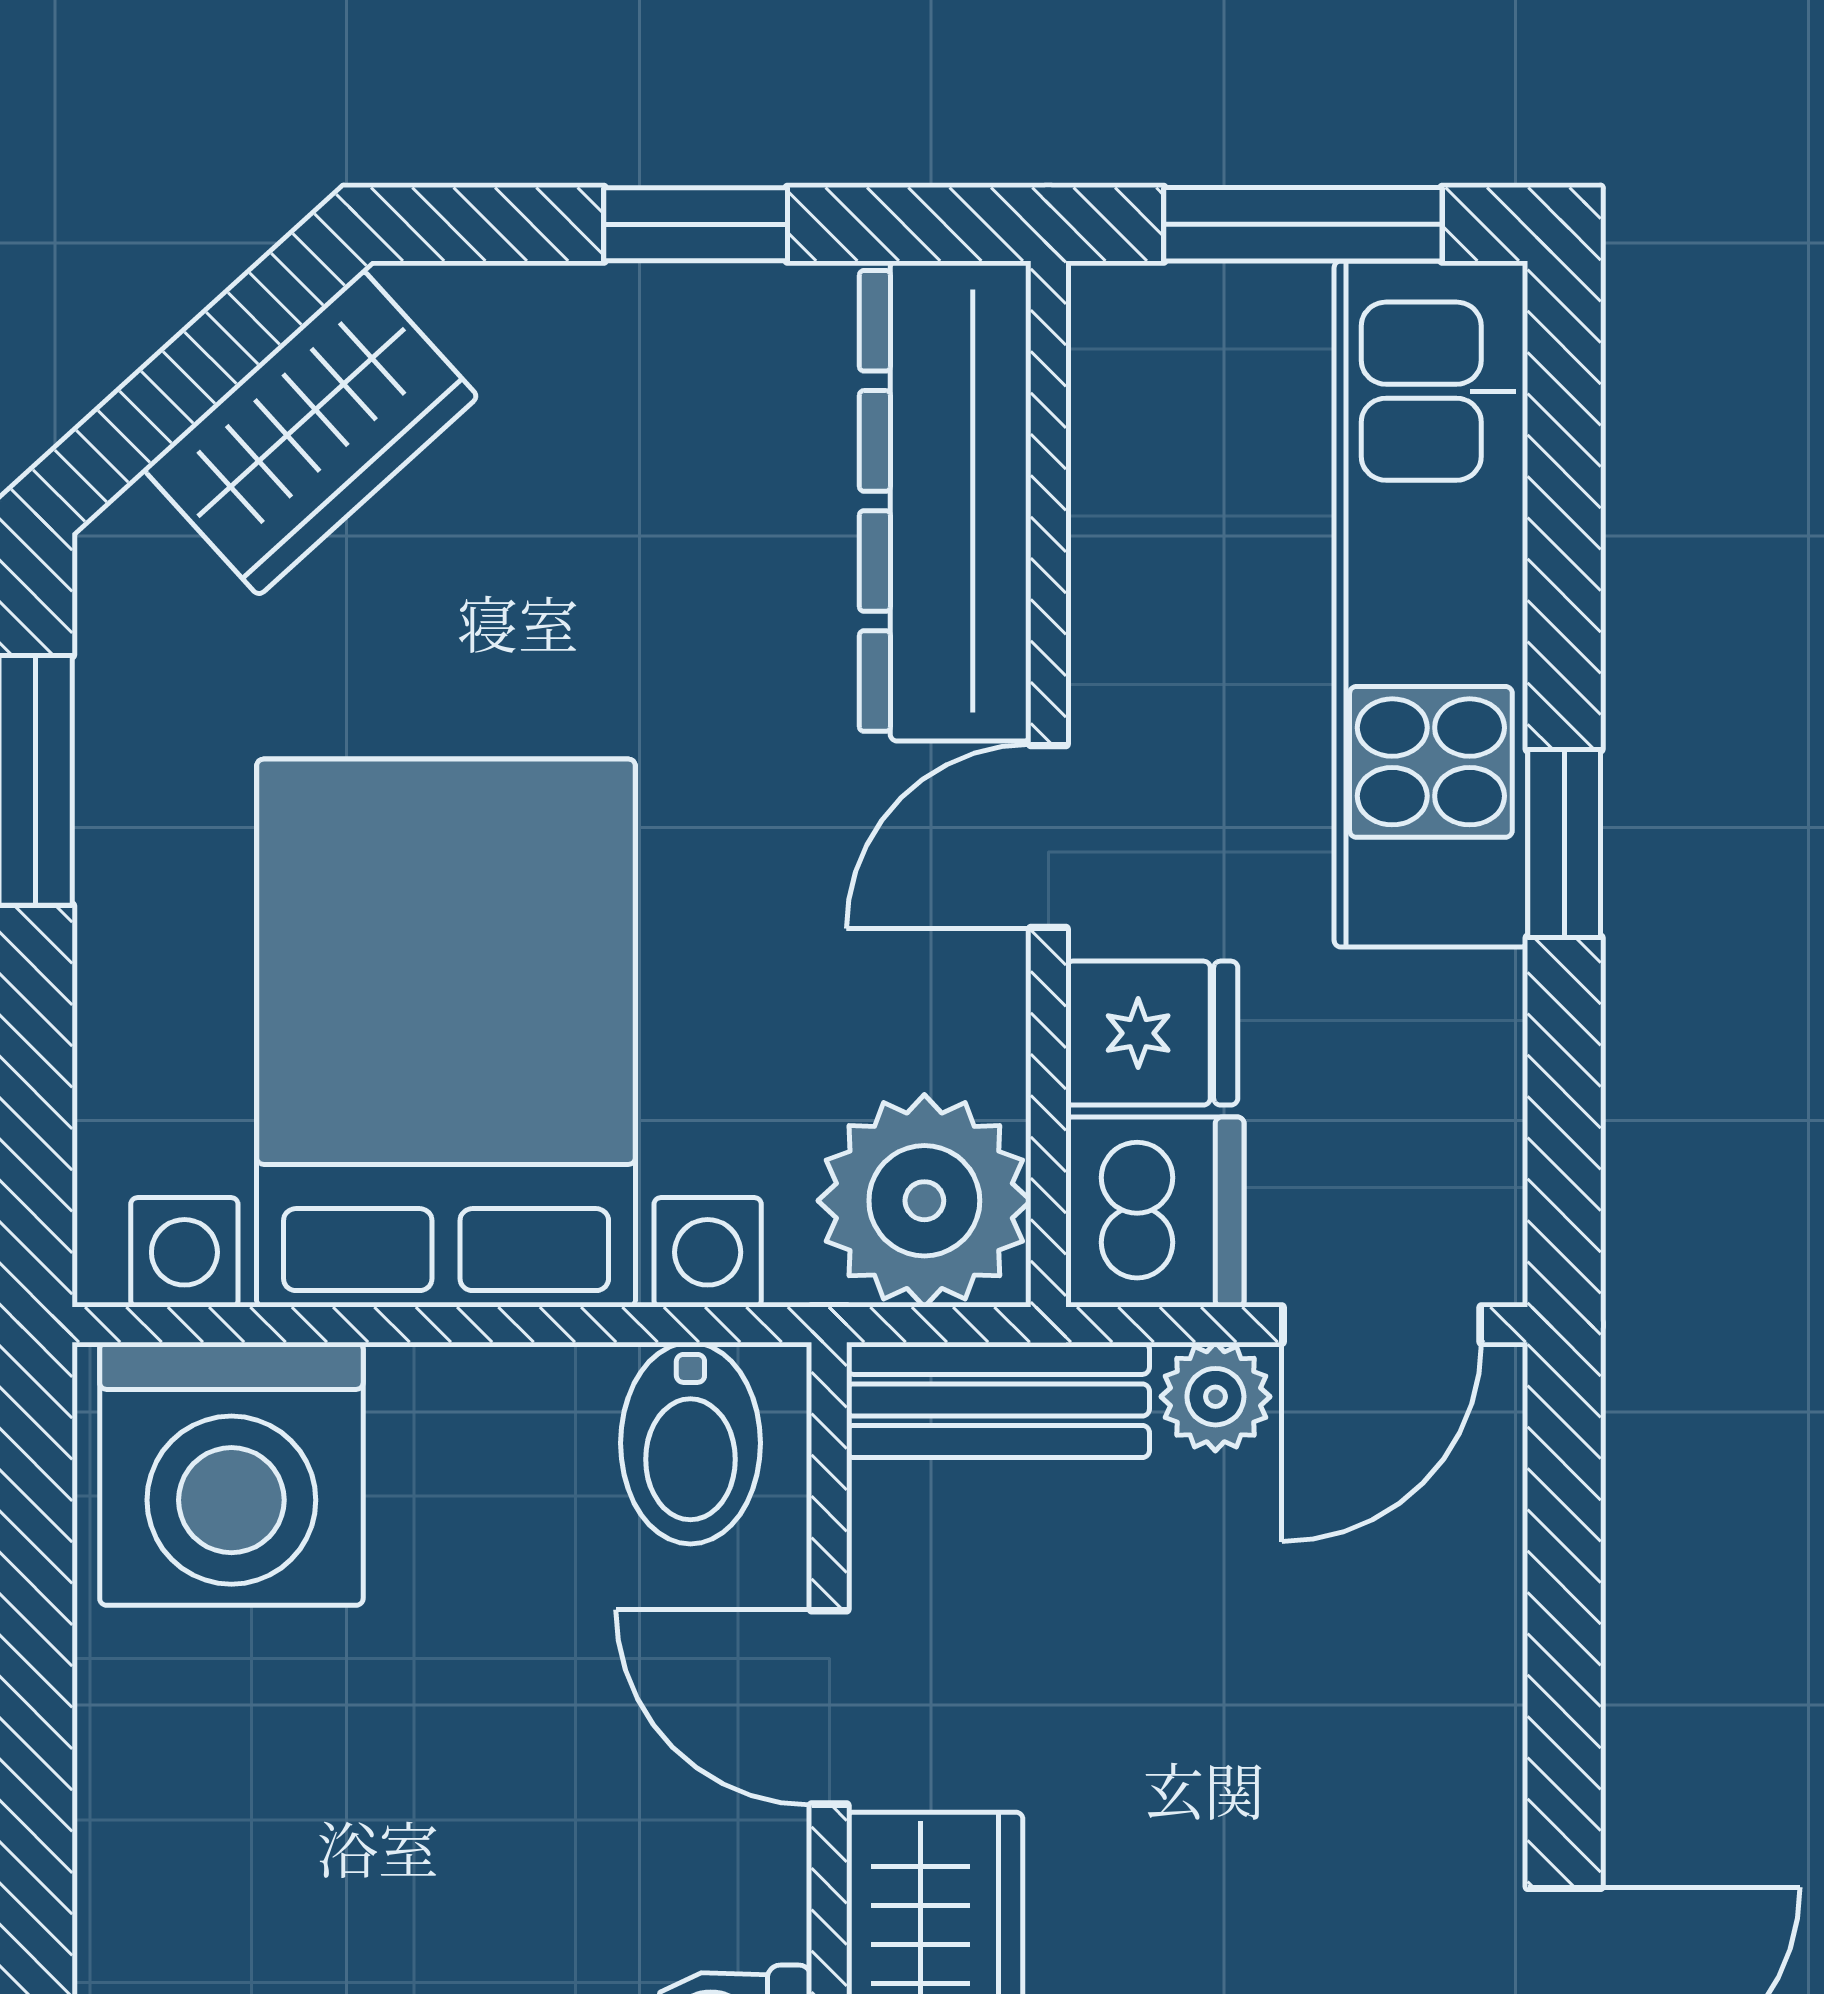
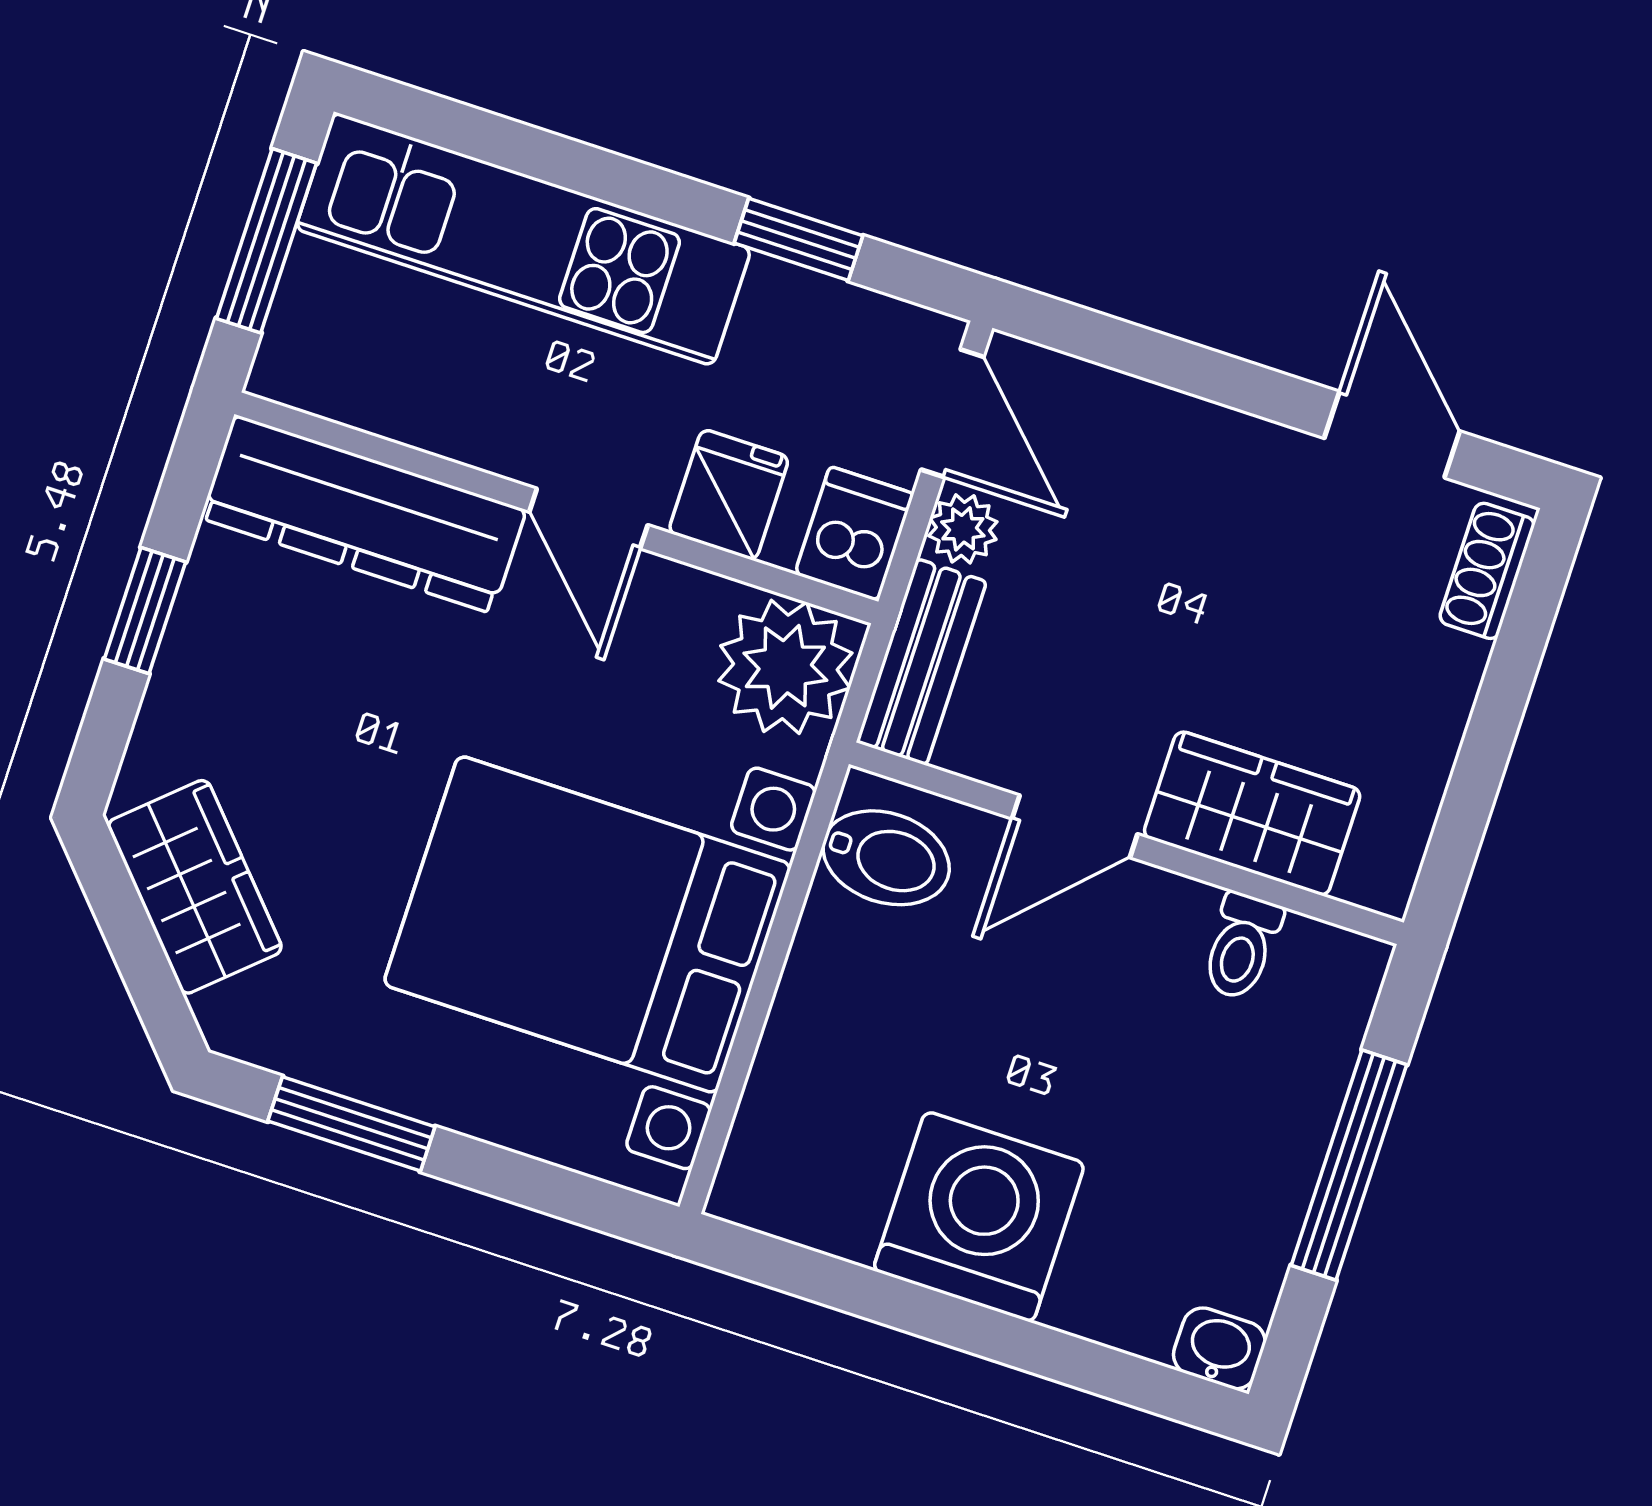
window: (1564, 843) -> (798, 239), moved
dishwasher: (1155, 1212) -> (854, 534), width x0.73
washing machine: (231, 1474) -> (979, 1217), moved, turned -90

